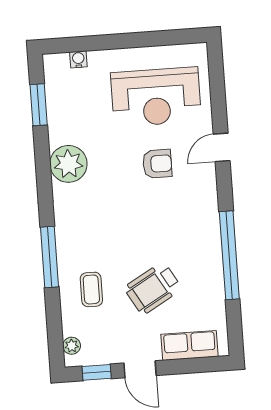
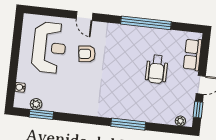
plant: (68, 164) -> (36, 104), moved, width x0.53, depth x0.53
armchair: (157, 164) -> (87, 54), turned -97
wheelchair: (153, 288) -> (157, 69), turned 30
coffee table: (91, 289) -> (151, 104), removed

